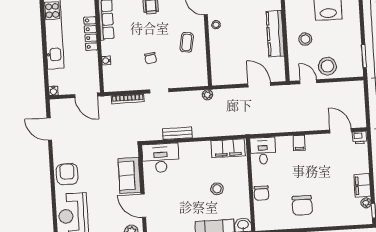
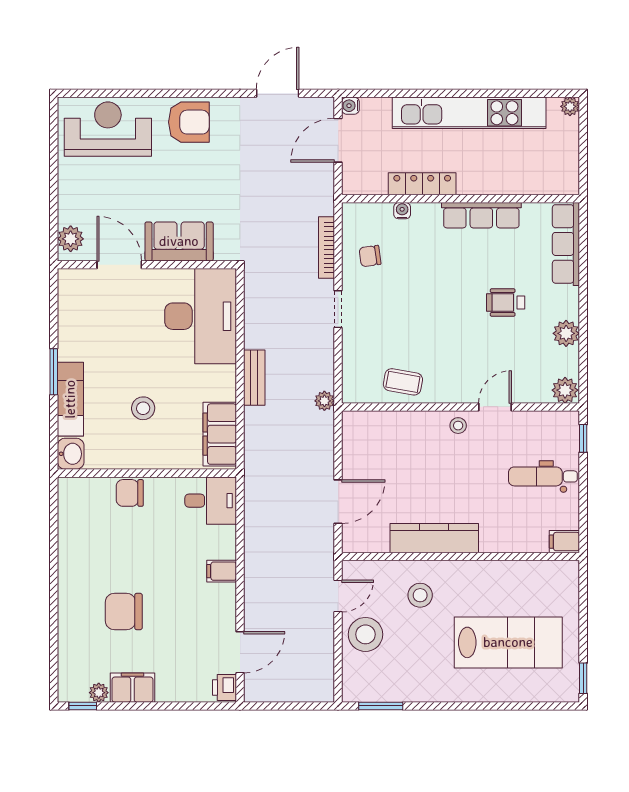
locker: (91, 34) -> (422, 184), moved
coffee table: (187, 42) -> (403, 382), moved
chair: (151, 58) -> (370, 256), moved
door: (86, 95) -> (338, 140), moved
bench: (177, 133) -> (254, 378), moved
desk: (161, 158) -> (201, 316), width x1.36, depth x1.30
chair: (302, 205) -> (124, 612), moved
door: (143, 206) -> (119, 265), hinge flipped

